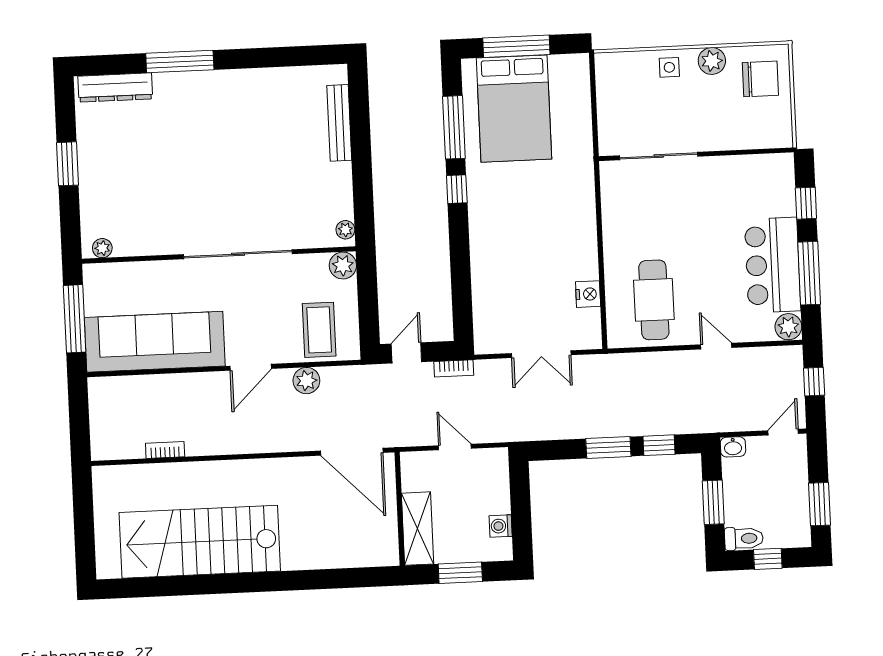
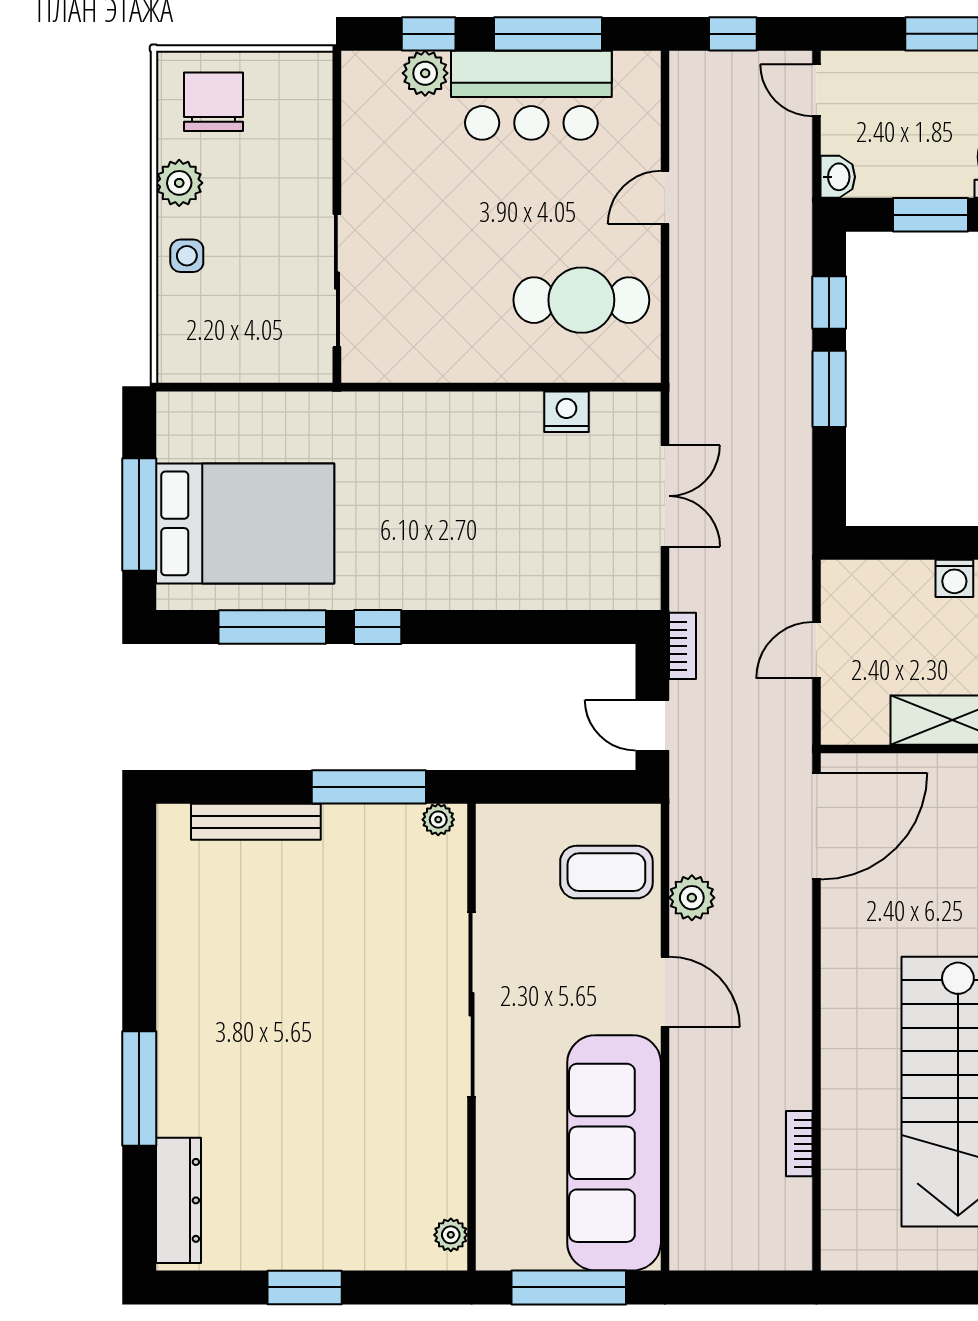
window: (363, 188) -> (369, 787), added
plant: (343, 265) -> (499, 827), removed
plant: (788, 327) -> (425, 73), moved

